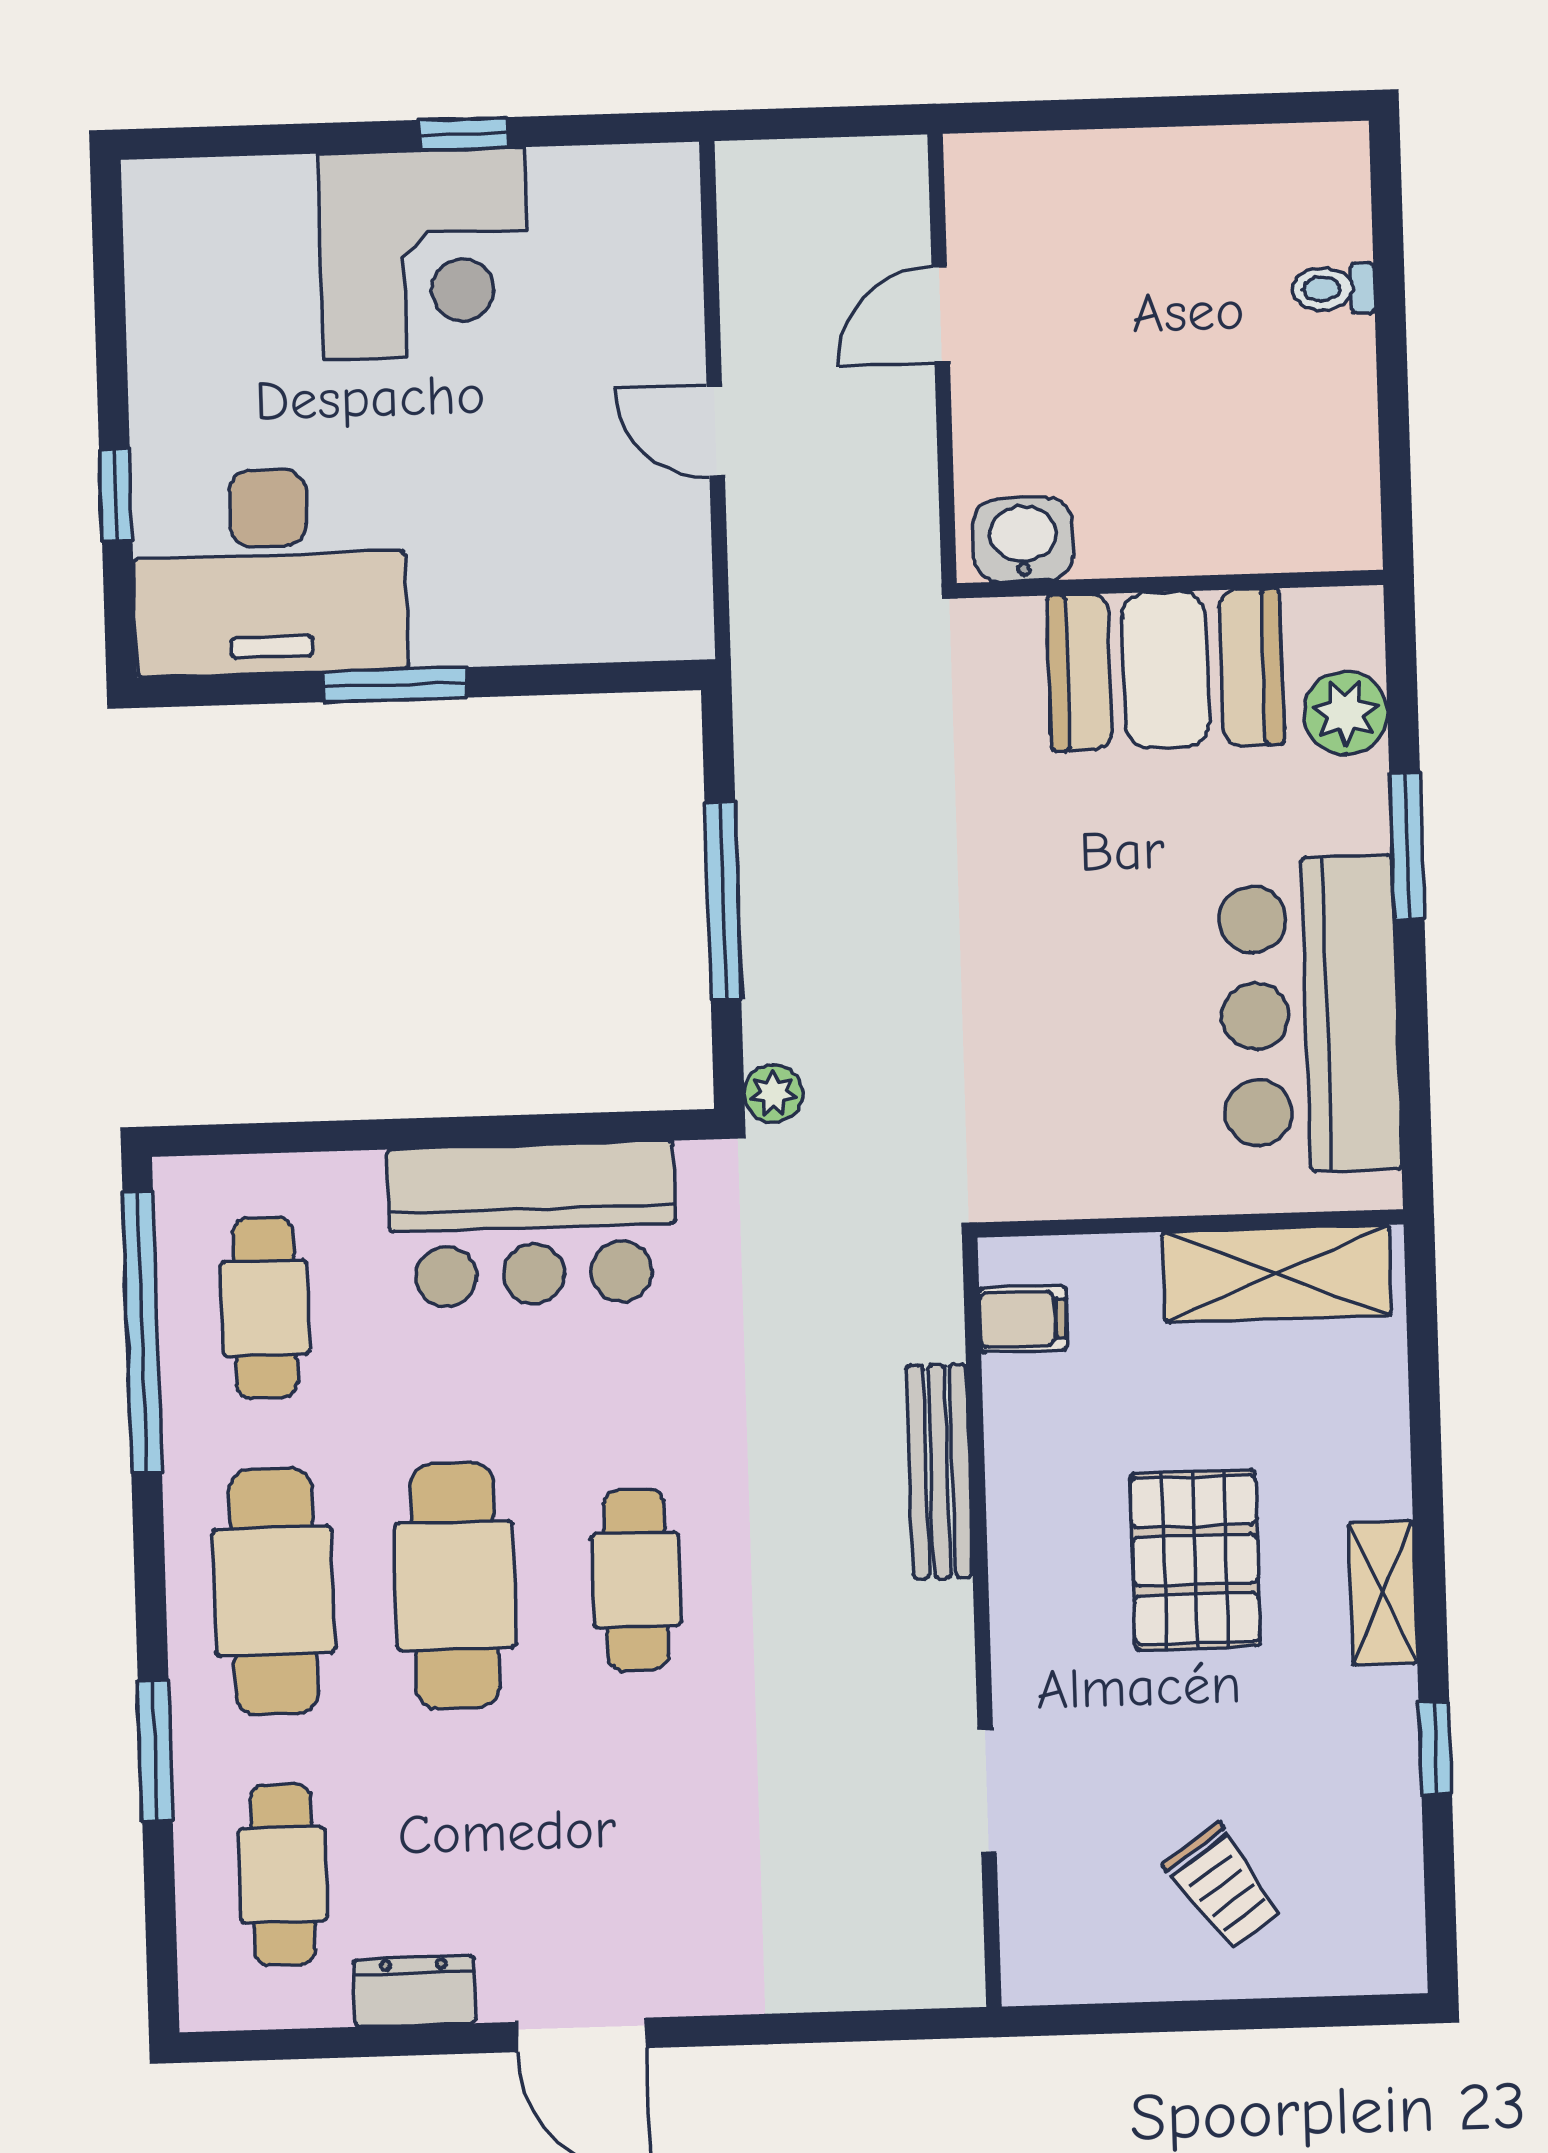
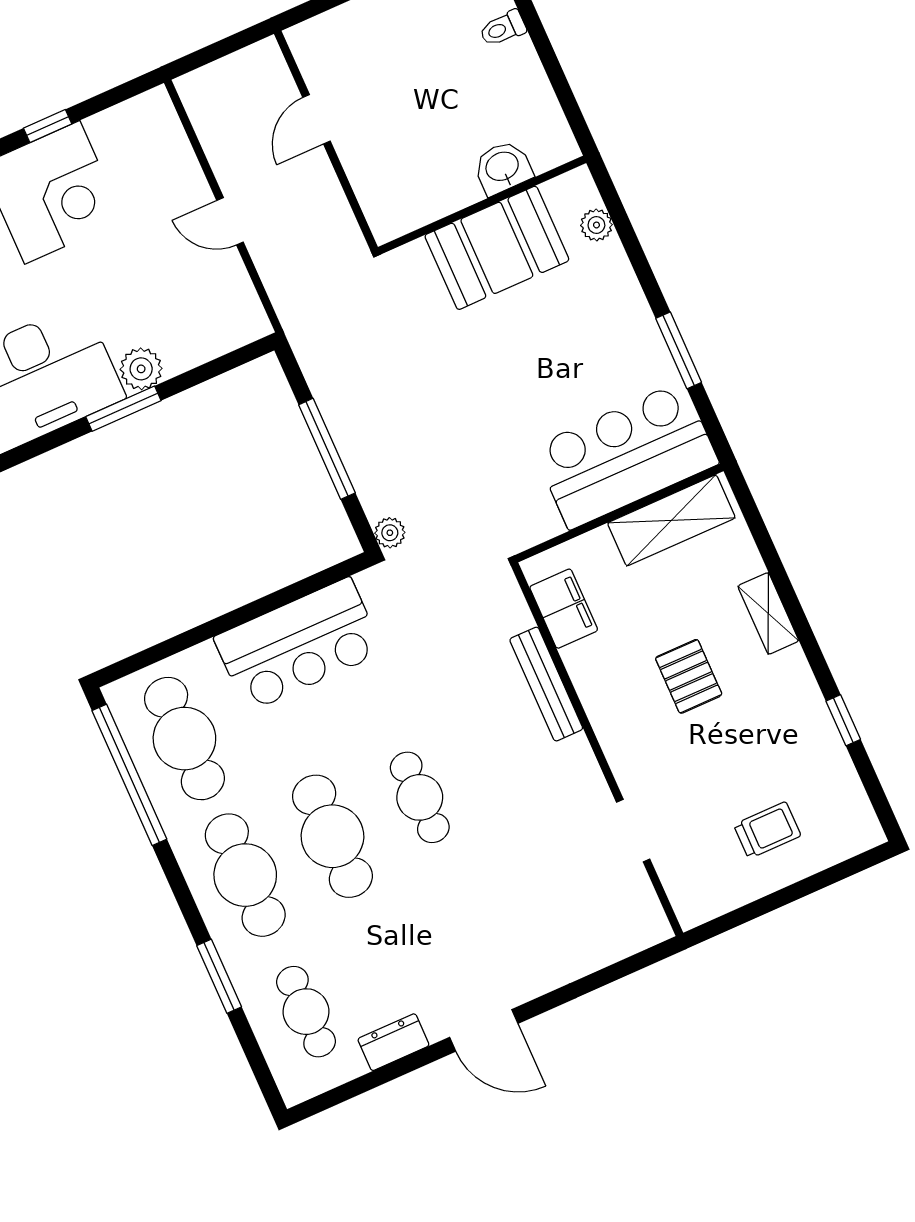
washbasin: (1023, 539) -> (503, 167), moved
plant: (454, 627) -> (141, 369), added
plant: (1346, 713) -> (596, 225), width x0.73, depth x0.73
window: (1407, 846) -> (679, 350), moved
bar counter: (1310, 1015) -> (626, 455), moved, turned 90
cafe table: (265, 1308) -> (184, 739), width x1.37, depth x1.35
filing cabinet: (1023, 1319) -> (564, 609), width x2.00
pallet: (1195, 1560) -> (689, 676), width x0.67, depth x0.71
shelving: (1383, 1593) -> (768, 613), moved
trolley: (1223, 1887) -> (767, 830), turned -55

